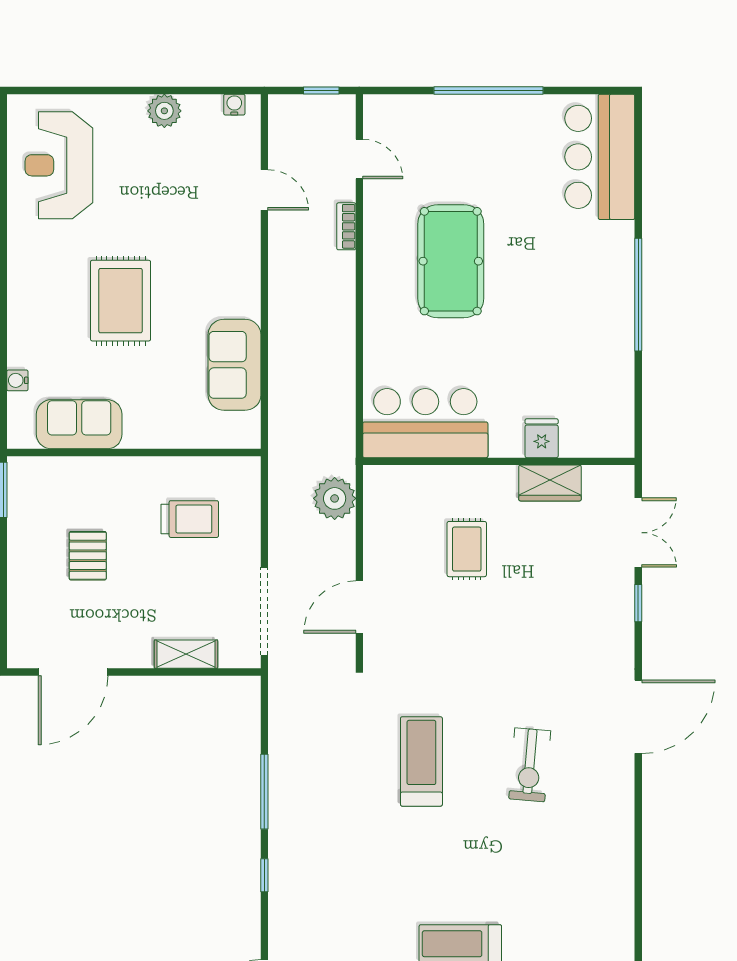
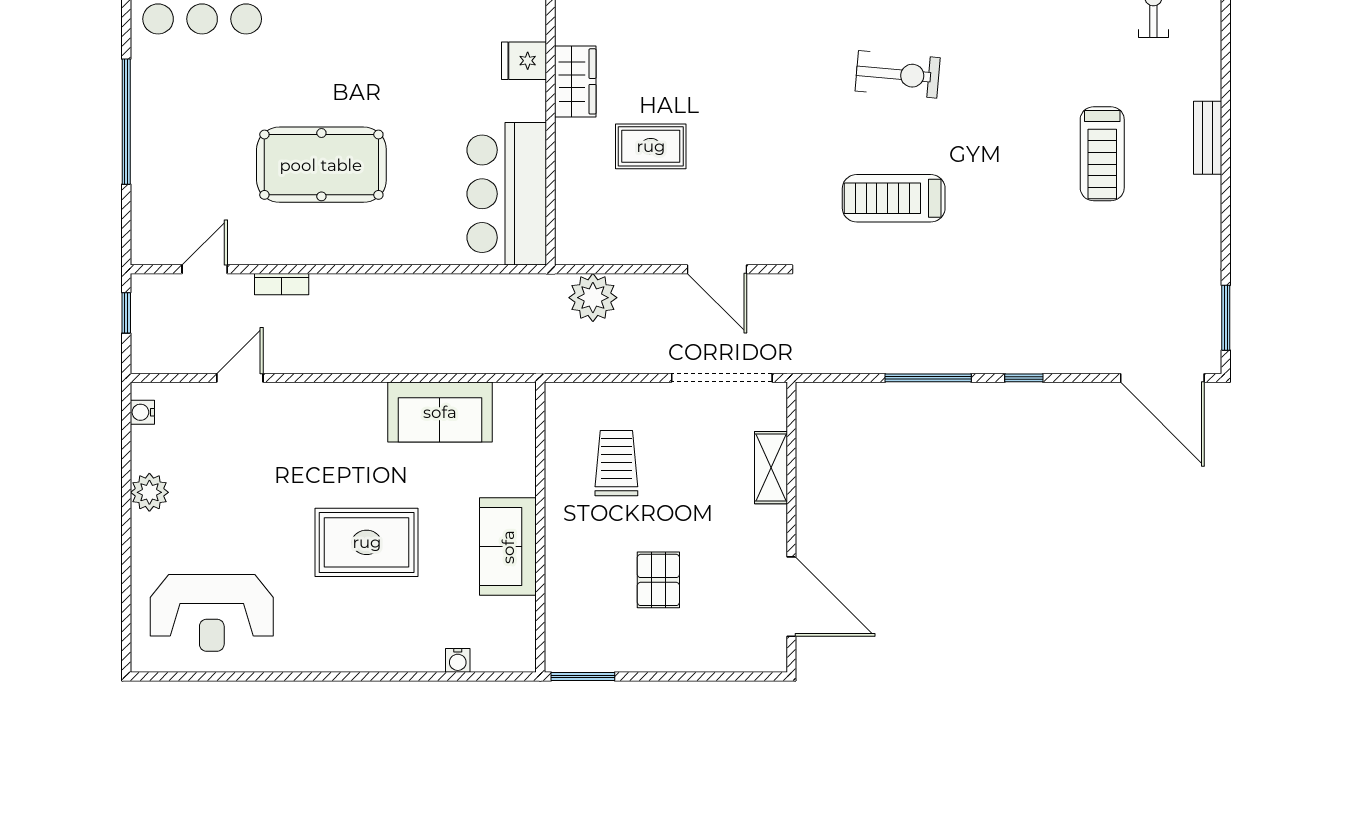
sofa: (79, 424) -> (508, 547), moved
wardrobe: (550, 483) -> (575, 81), moved
pallet: (88, 556) -> (658, 580), turned 90

